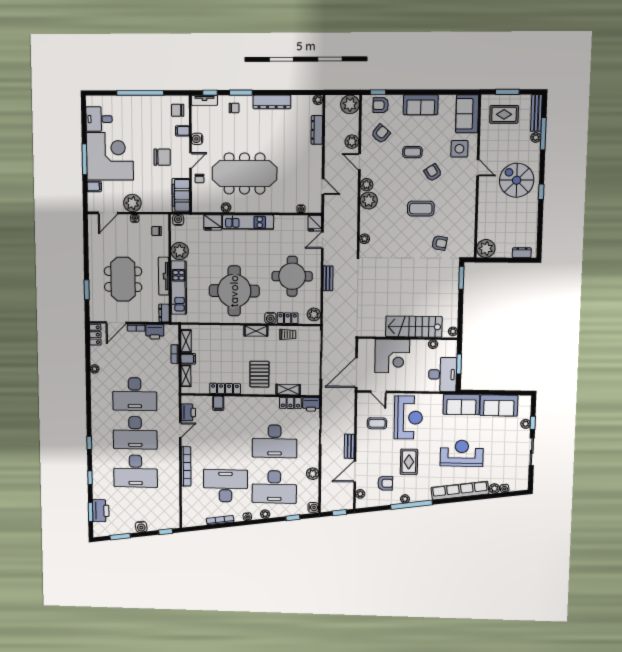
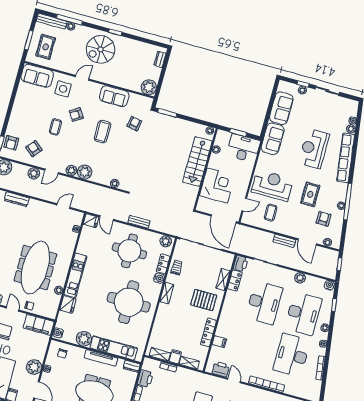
sofa: (421, 105) -> (114, 96), moved, turned 90
rug: (409, 462) -> (310, 194), turned 90

